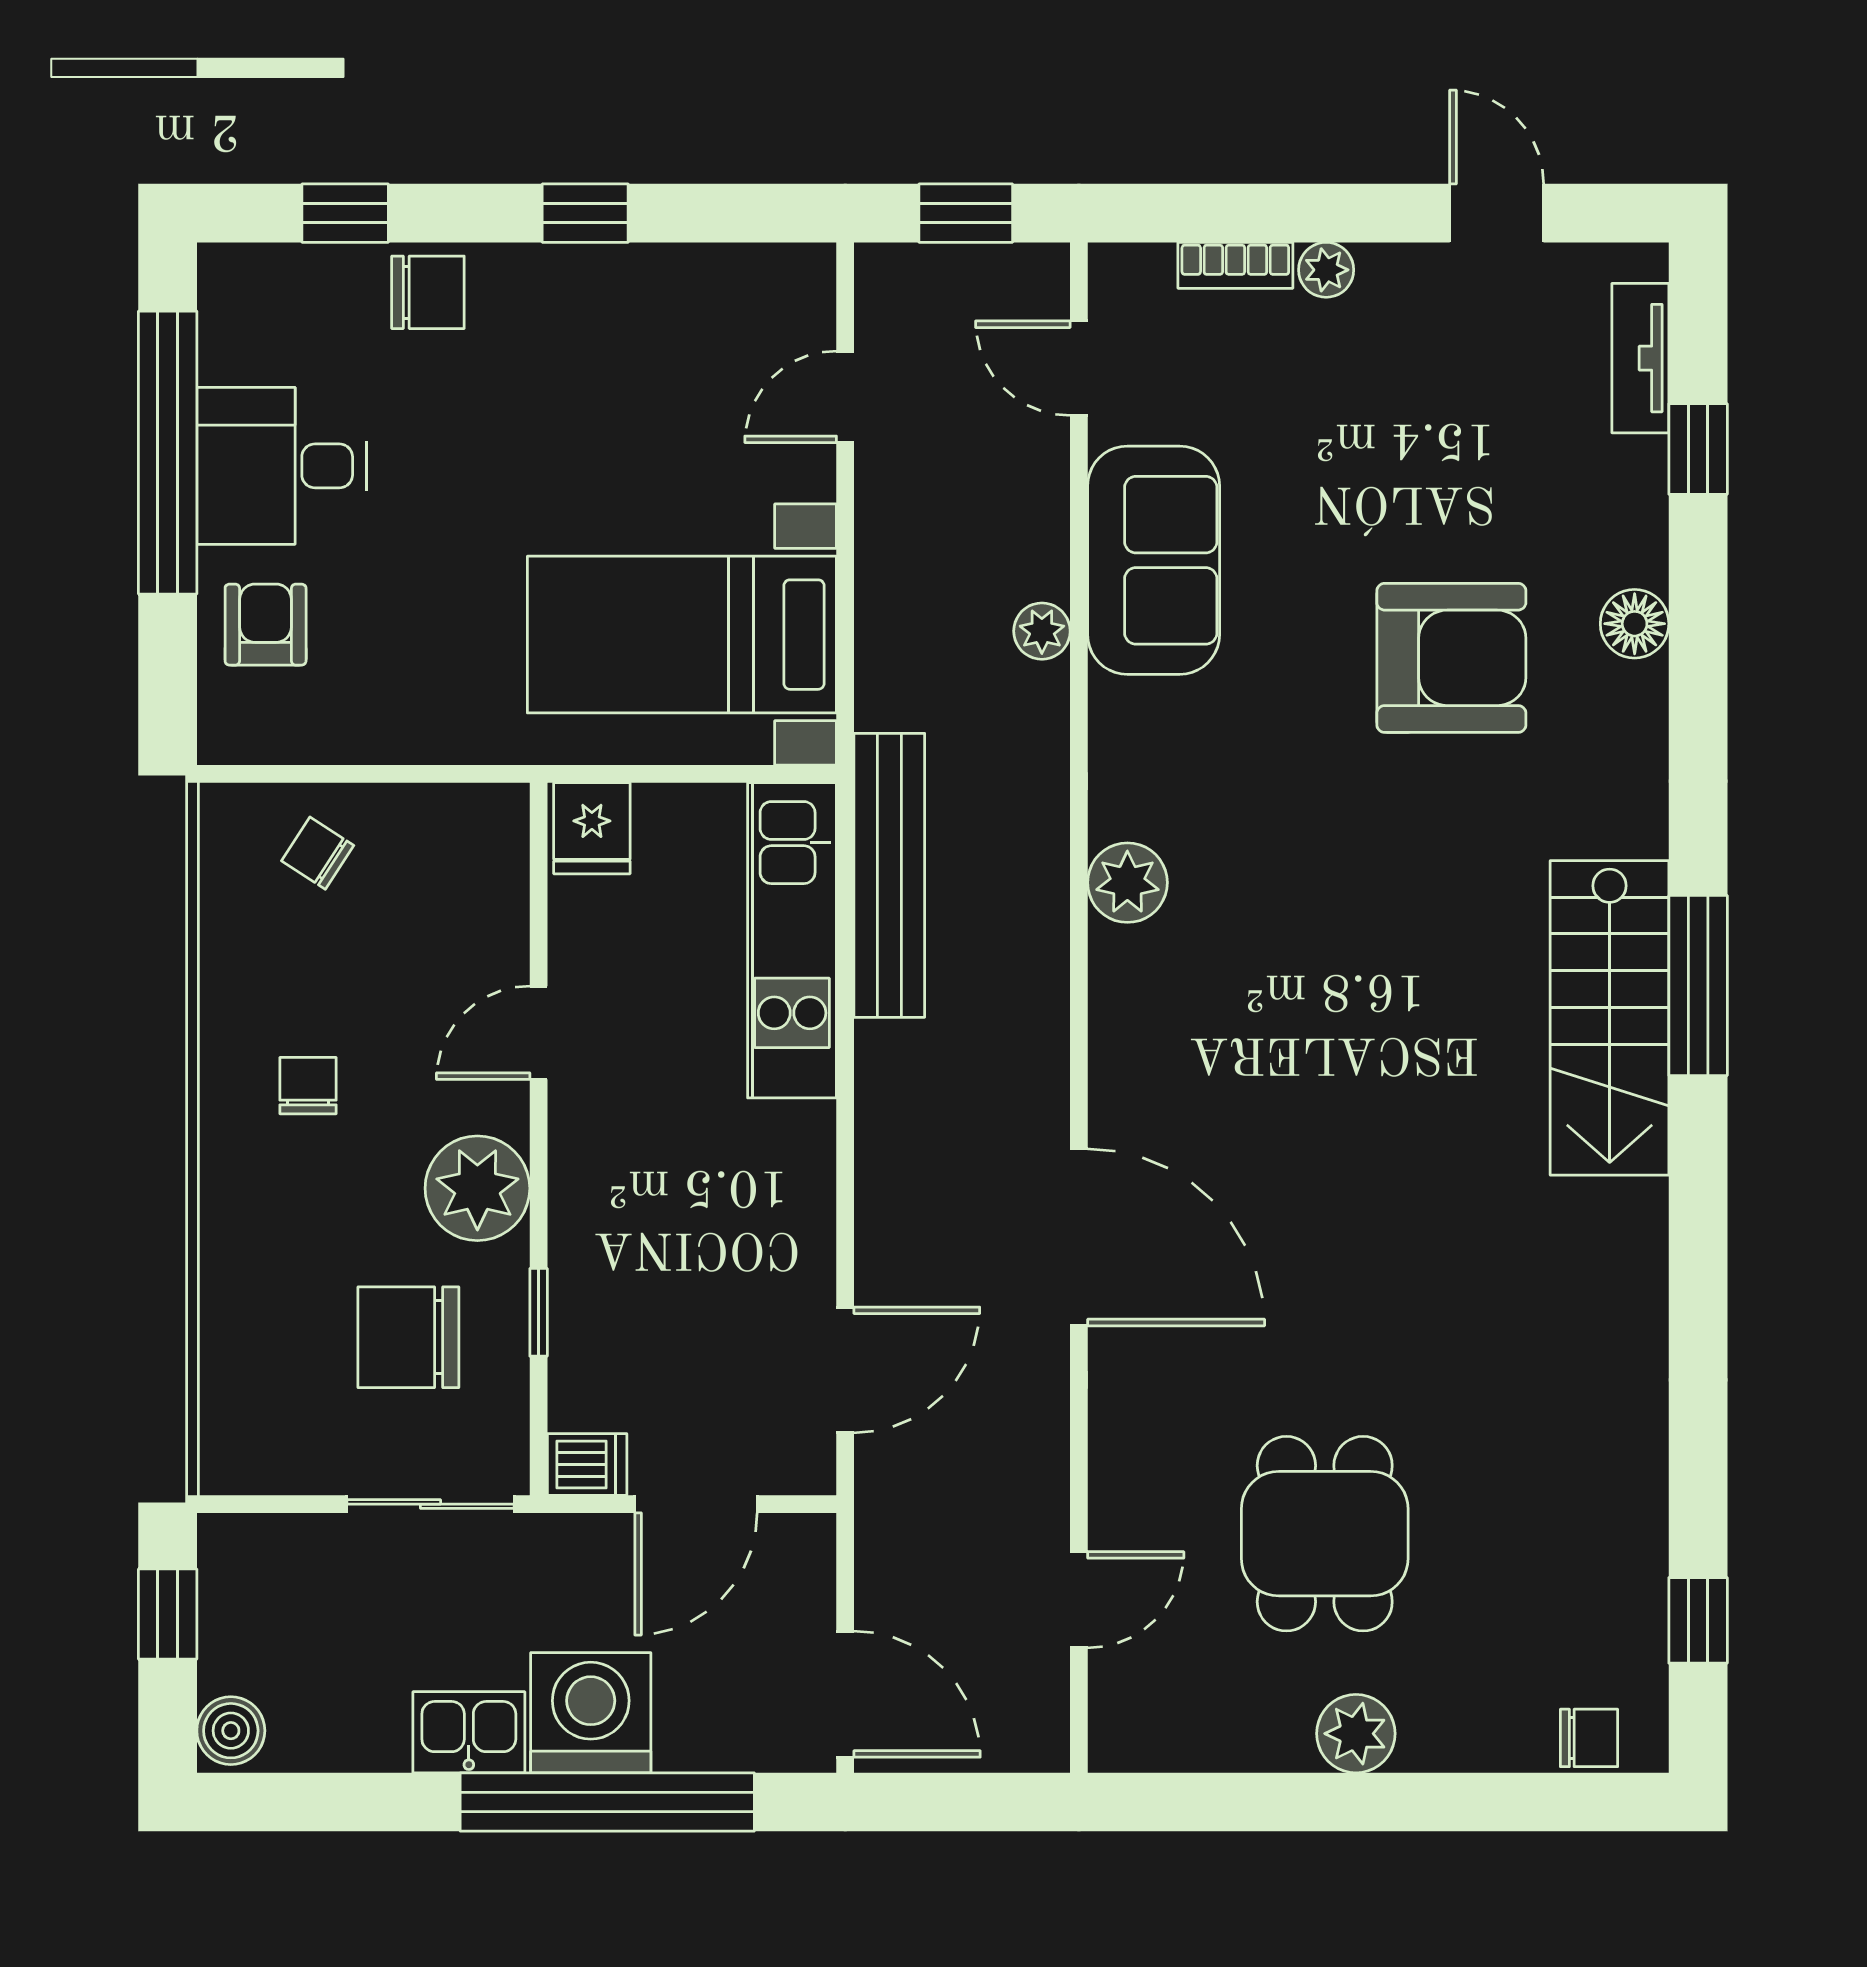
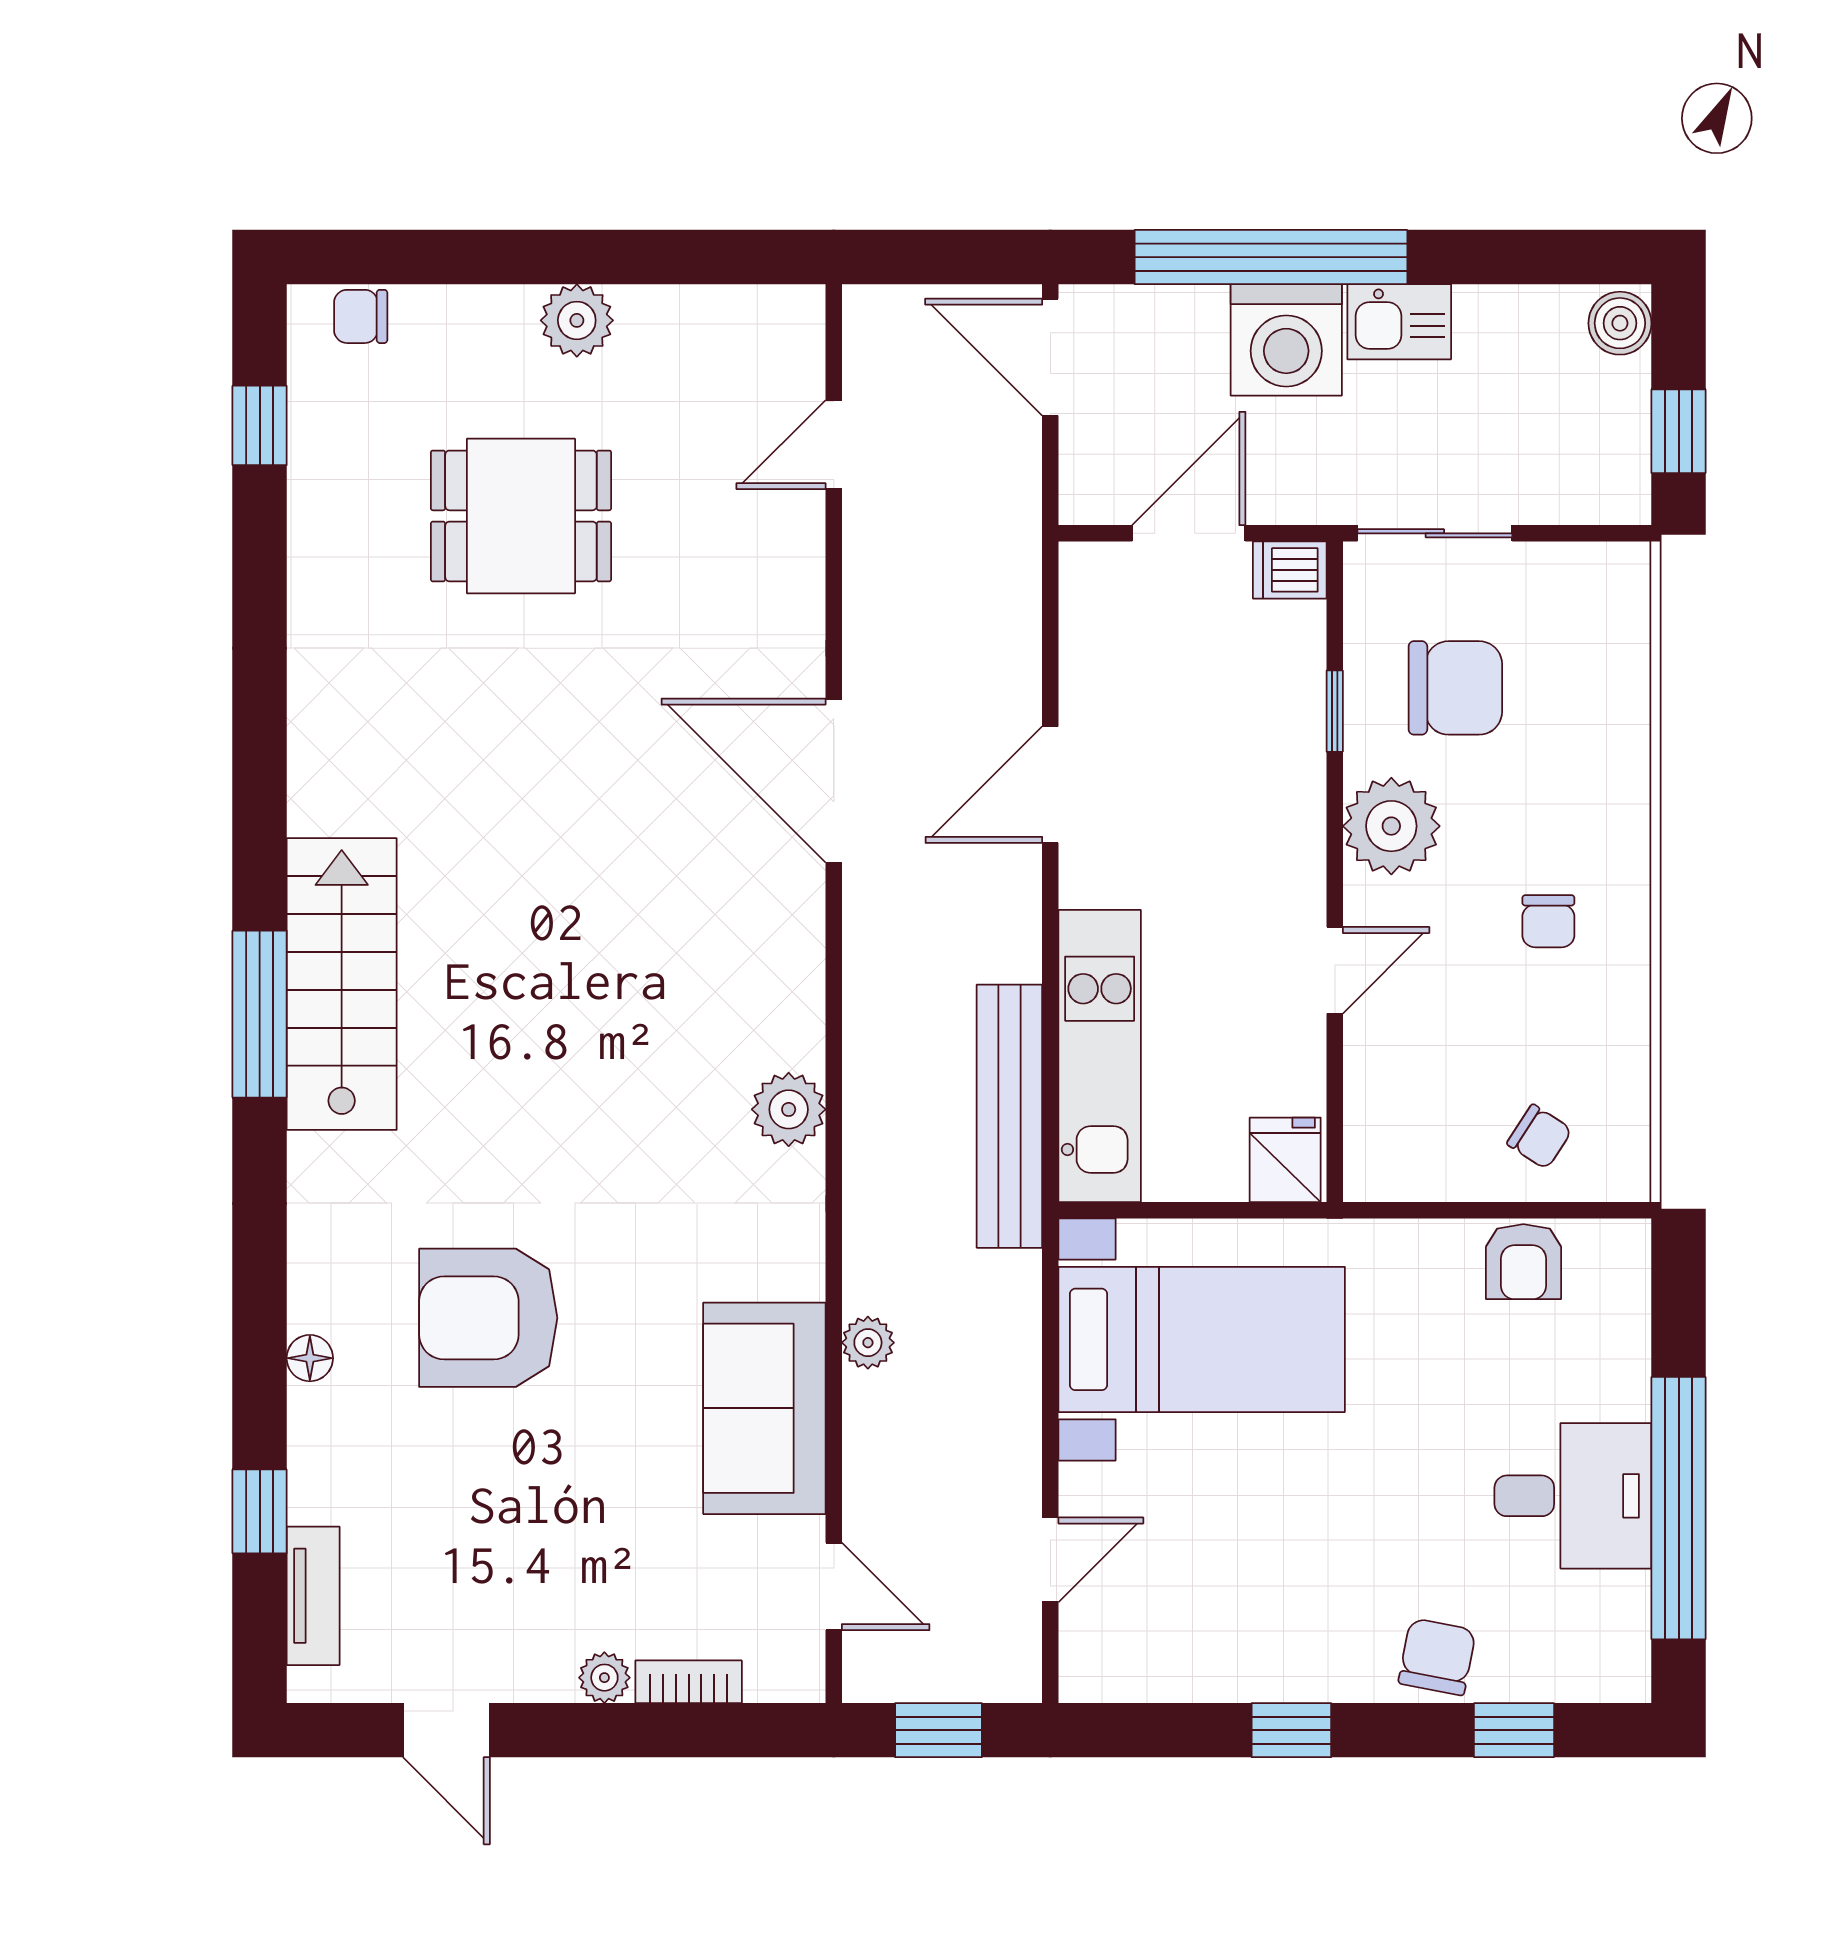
chair: (428, 292) -> (1437, 1657), turned 101
floor lamp: (1635, 624) -> (310, 1358), width x0.73, depth x0.73
armchair: (266, 625) -> (1523, 1262), moved
door: (845, 1370) -> (1050, 785), moved
dining table: (1325, 1534) -> (521, 516), moved, turned 90

